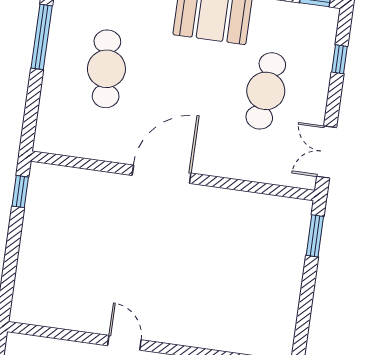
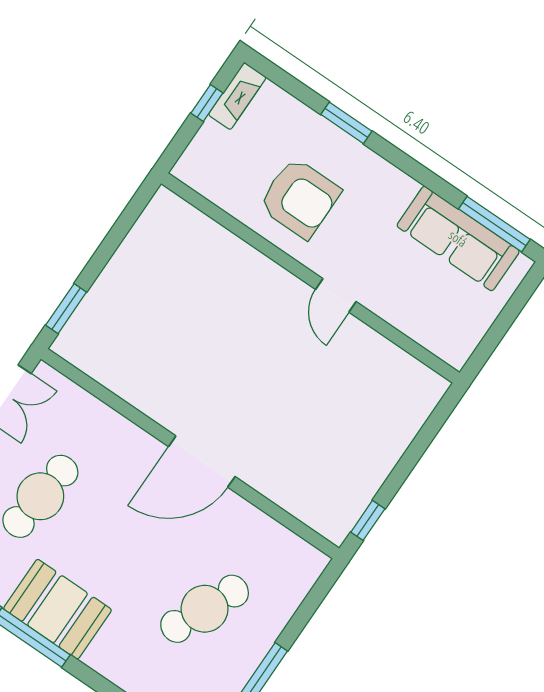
cafe table: (106, 69) -> (205, 609), turned 30

